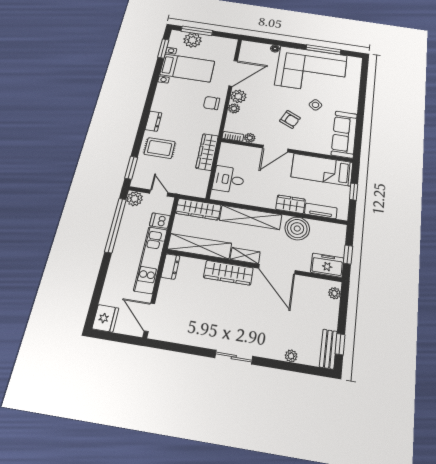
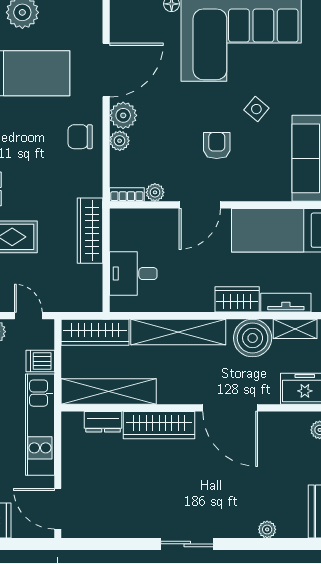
armchair: (290, 119) -> (217, 145), turned -115
shelving: (245, 256) -> (295, 329), moved
dresser: (170, 266) -> (103, 422), moved, turned 90

